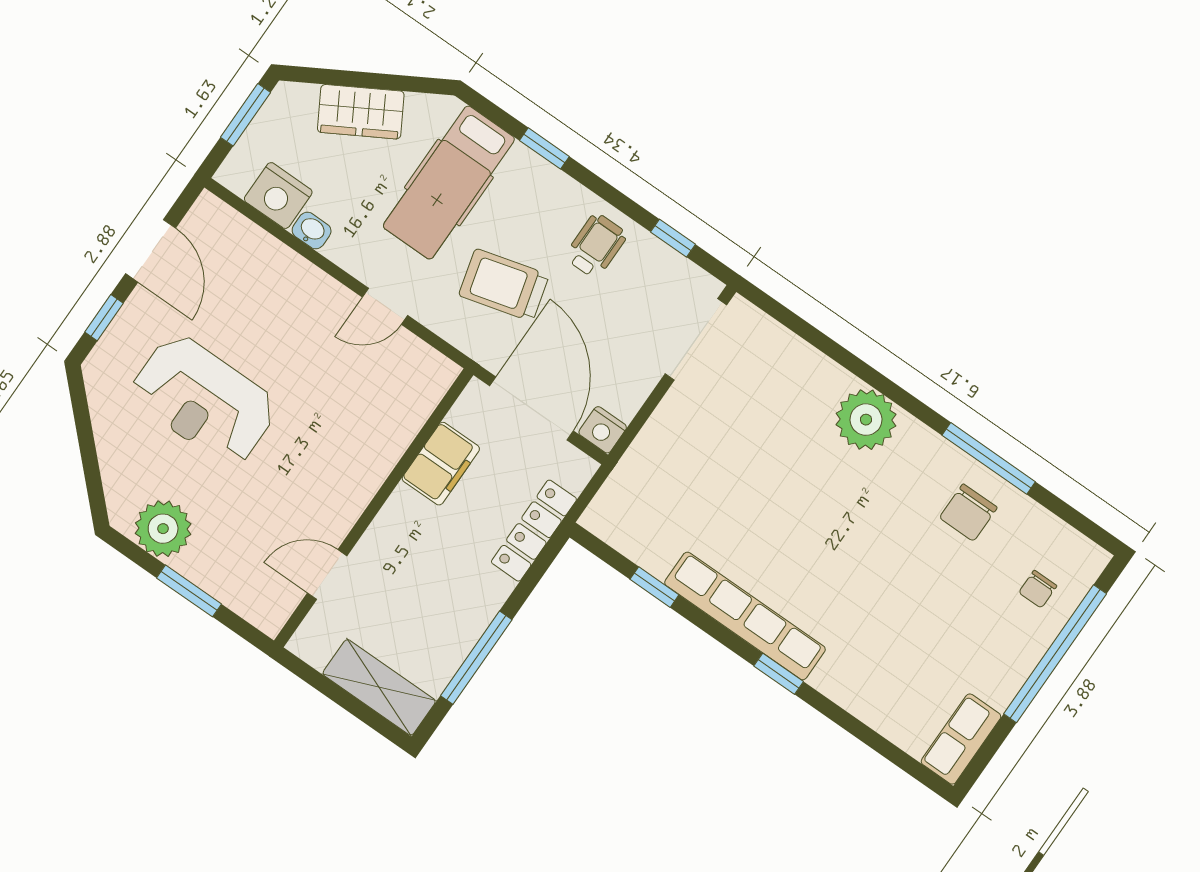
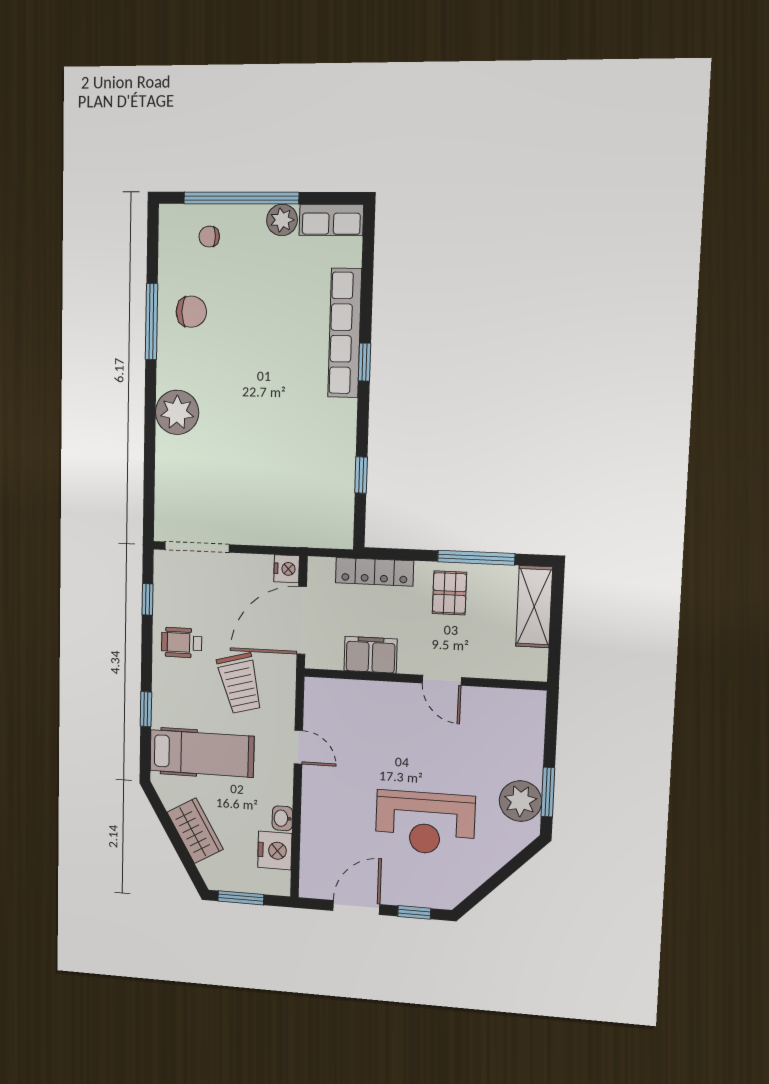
reception desk: (204, 400) -> (425, 823), turned 90
door: (327, 574) -> (442, 680), moved
chair: (1038, 589) -> (209, 237), turned 180
window: (189, 591) -> (548, 792), moved
pallet: (455, 601) -> (449, 593), added
row of seats: (745, 616) -> (345, 333), moved
plant: (999, 684) -> (282, 220), added

